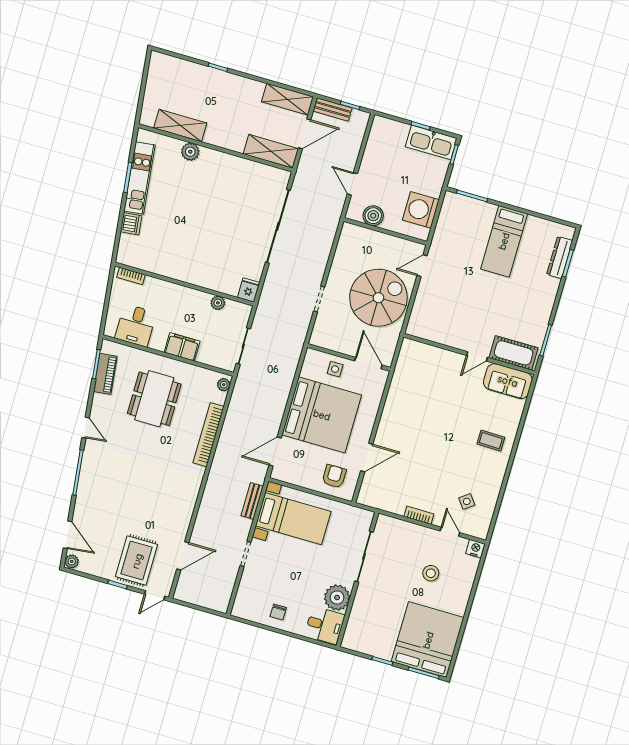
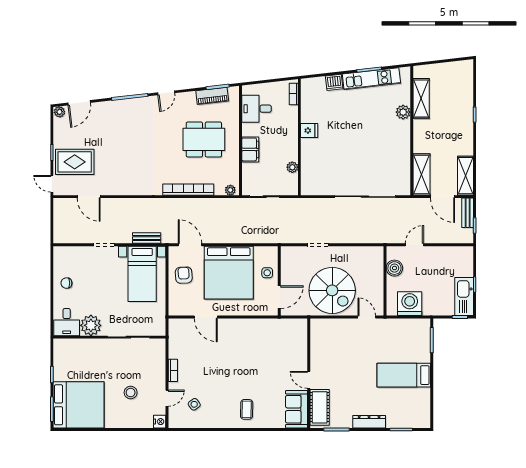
dresser: (560, 257) -> (369, 422), moved
fridge: (249, 290) -> (309, 130), moved
armchair: (334, 476) -> (184, 275), moved, turned -94

